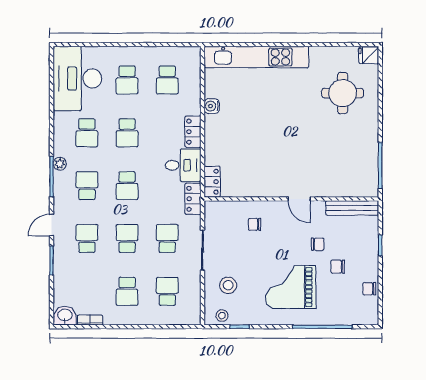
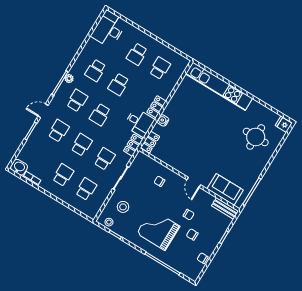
desk: (77, 78) -> (109, 29), width x0.73, depth x0.77
school desk: (167, 80) -> (160, 68), turned 180
water cooler: (212, 106) -> (163, 120), moved
sofa: (345, 184) -> (225, 189), added
bench: (352, 208) -> (225, 208), width x0.73
school desk: (127, 291) -> (63, 175), turned 180

